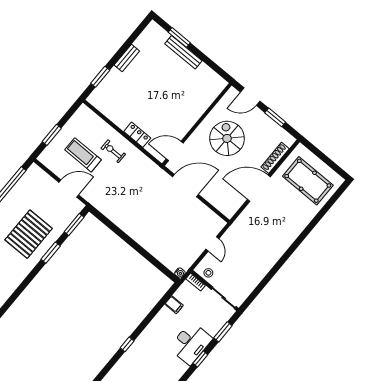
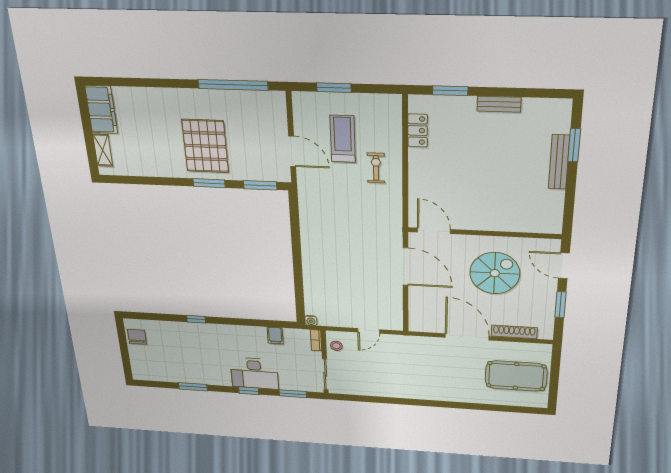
locker: (137, 135) -> (418, 130), moved
pool table: (308, 181) -> (516, 376), turned 90
pallet: (29, 234) -> (205, 146), turned 90

